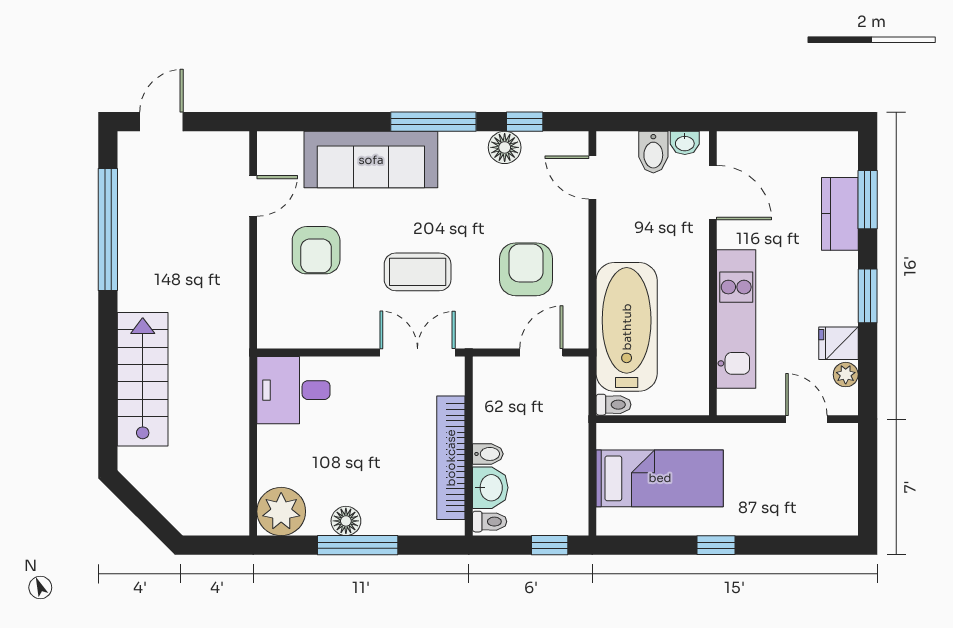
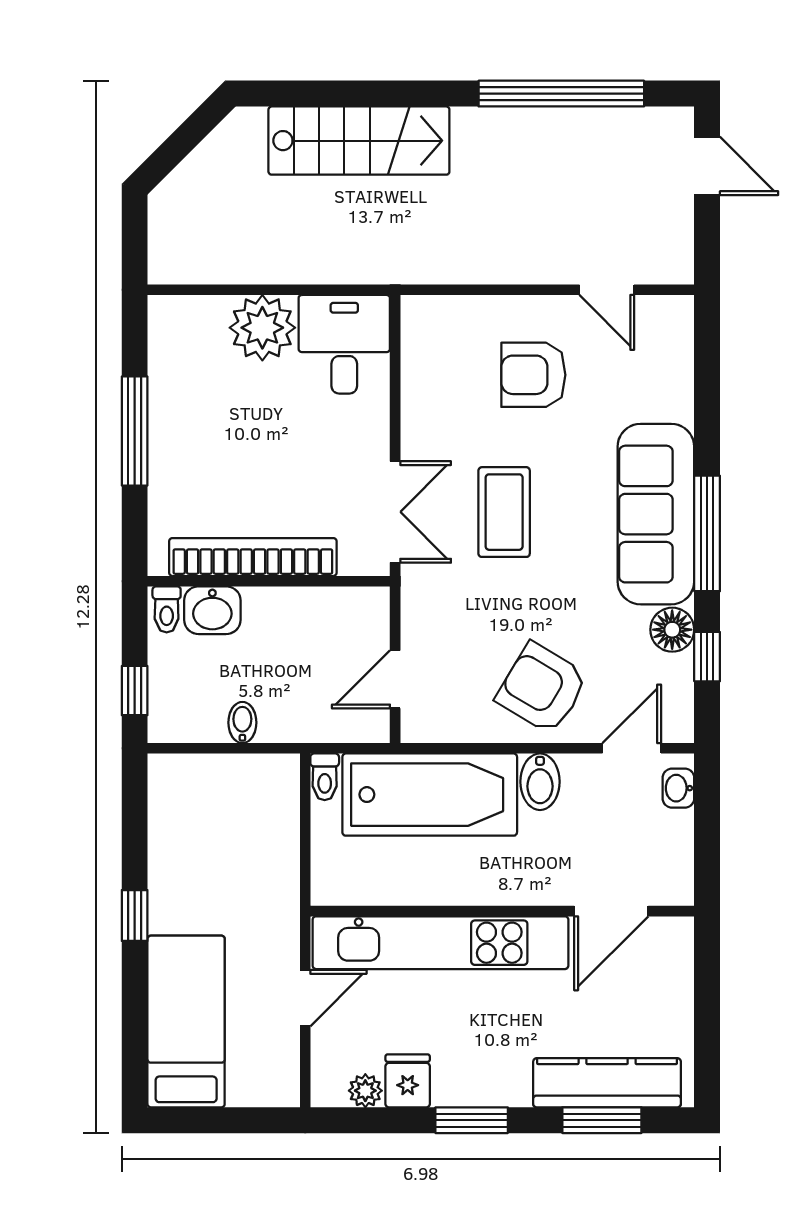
washbasin: (685, 143) -> (678, 788), moved
bidet: (653, 152) -> (540, 782), moved, turned -90
sofa: (371, 160) -> (656, 514), moved
kitchen counter: (840, 214) -> (607, 1083), width x1.50
armchair: (526, 269) -> (542, 688), moved, turned -149
kitchen unit: (736, 319) -> (440, 943), width x1.36
door: (541, 352) -> (395, 679), swing flipped
door: (806, 419) -> (305, 998), moved
bidet: (488, 454) -> (242, 723), moved, turned 180
bed: (660, 478) -> (186, 1022), moved, turned 180
plant: (281, 511) -> (262, 328), moved
floor lamp: (346, 521) -> (167, 415), removed

